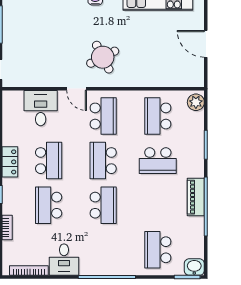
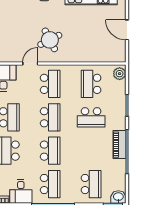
door: (77, 89) -> (30, 63), swing flipped
school desk: (103, 161) -> (50, 117), turned 180
school desk: (103, 250) -> (50, 184), added
school desk: (158, 250) -> (91, 184), turned 180

